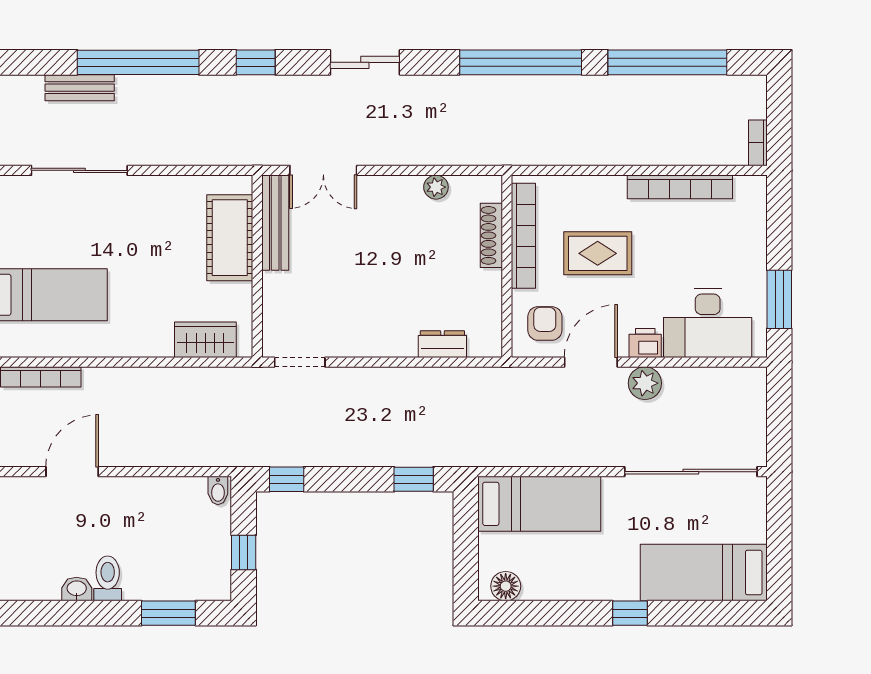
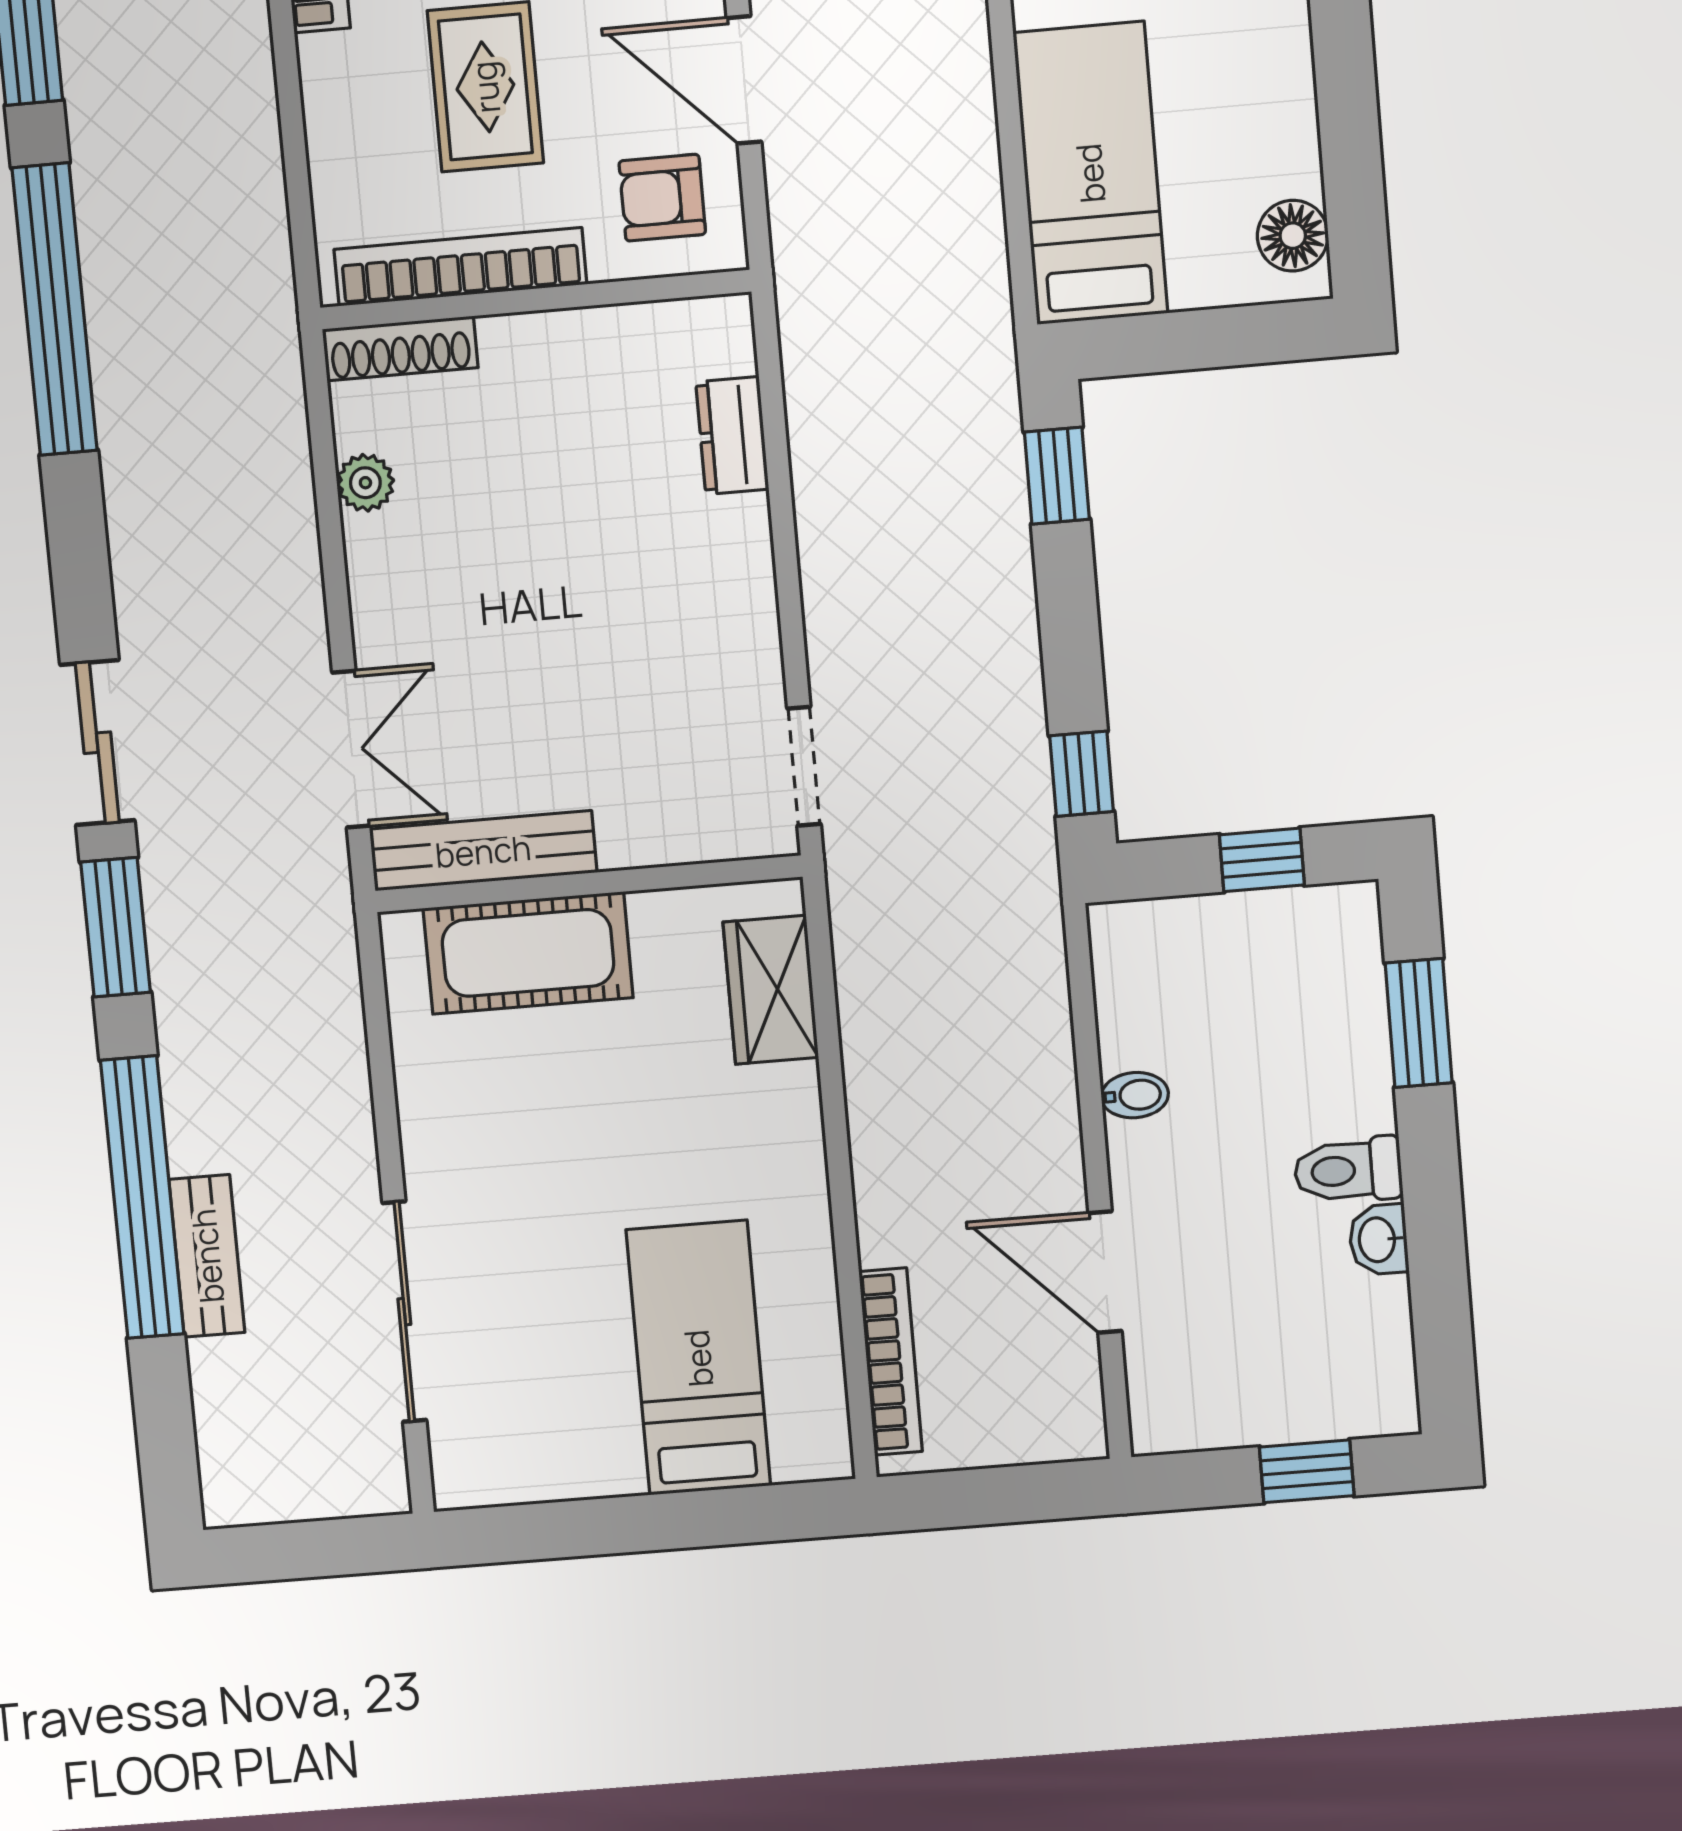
window: (256, 62) -> (116, 927), width x1.50
sliding door: (365, 62) -> (97, 743), moved
bench: (80, 88) -> (207, 1256), moved
shoe rack: (491, 235) -> (400, 348), moved
bidet: (218, 491) -> (1135, 1095), moved

